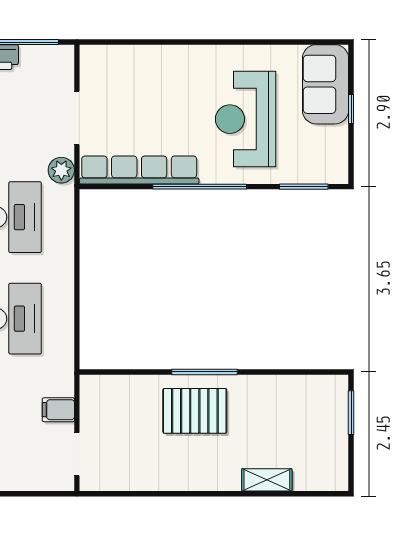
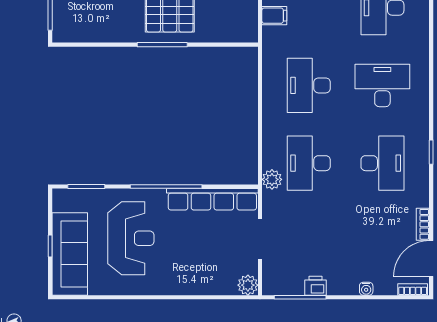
plant: (93, 58) -> (248, 285), added
sofa: (325, 84) -> (70, 254), width x1.36
plant: (61, 170) -> (272, 179), moved

